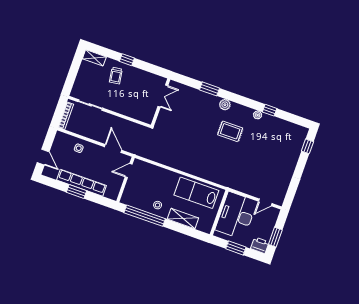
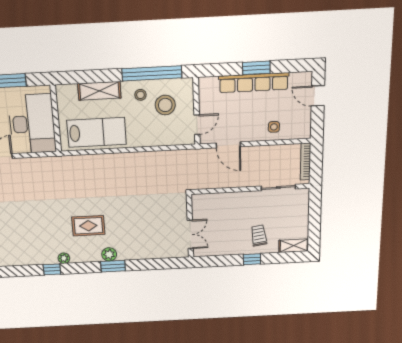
window: (210, 89) -> (113, 266), moved
double door: (163, 96) -> (190, 234), swing flipped
stool: (144, 192) -> (165, 105), added

